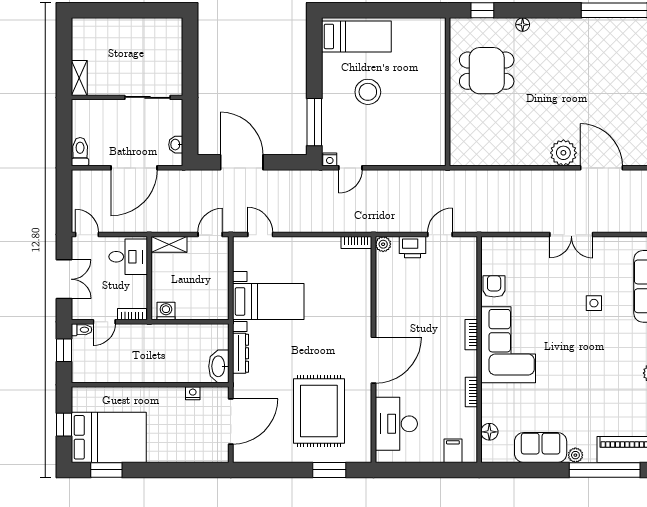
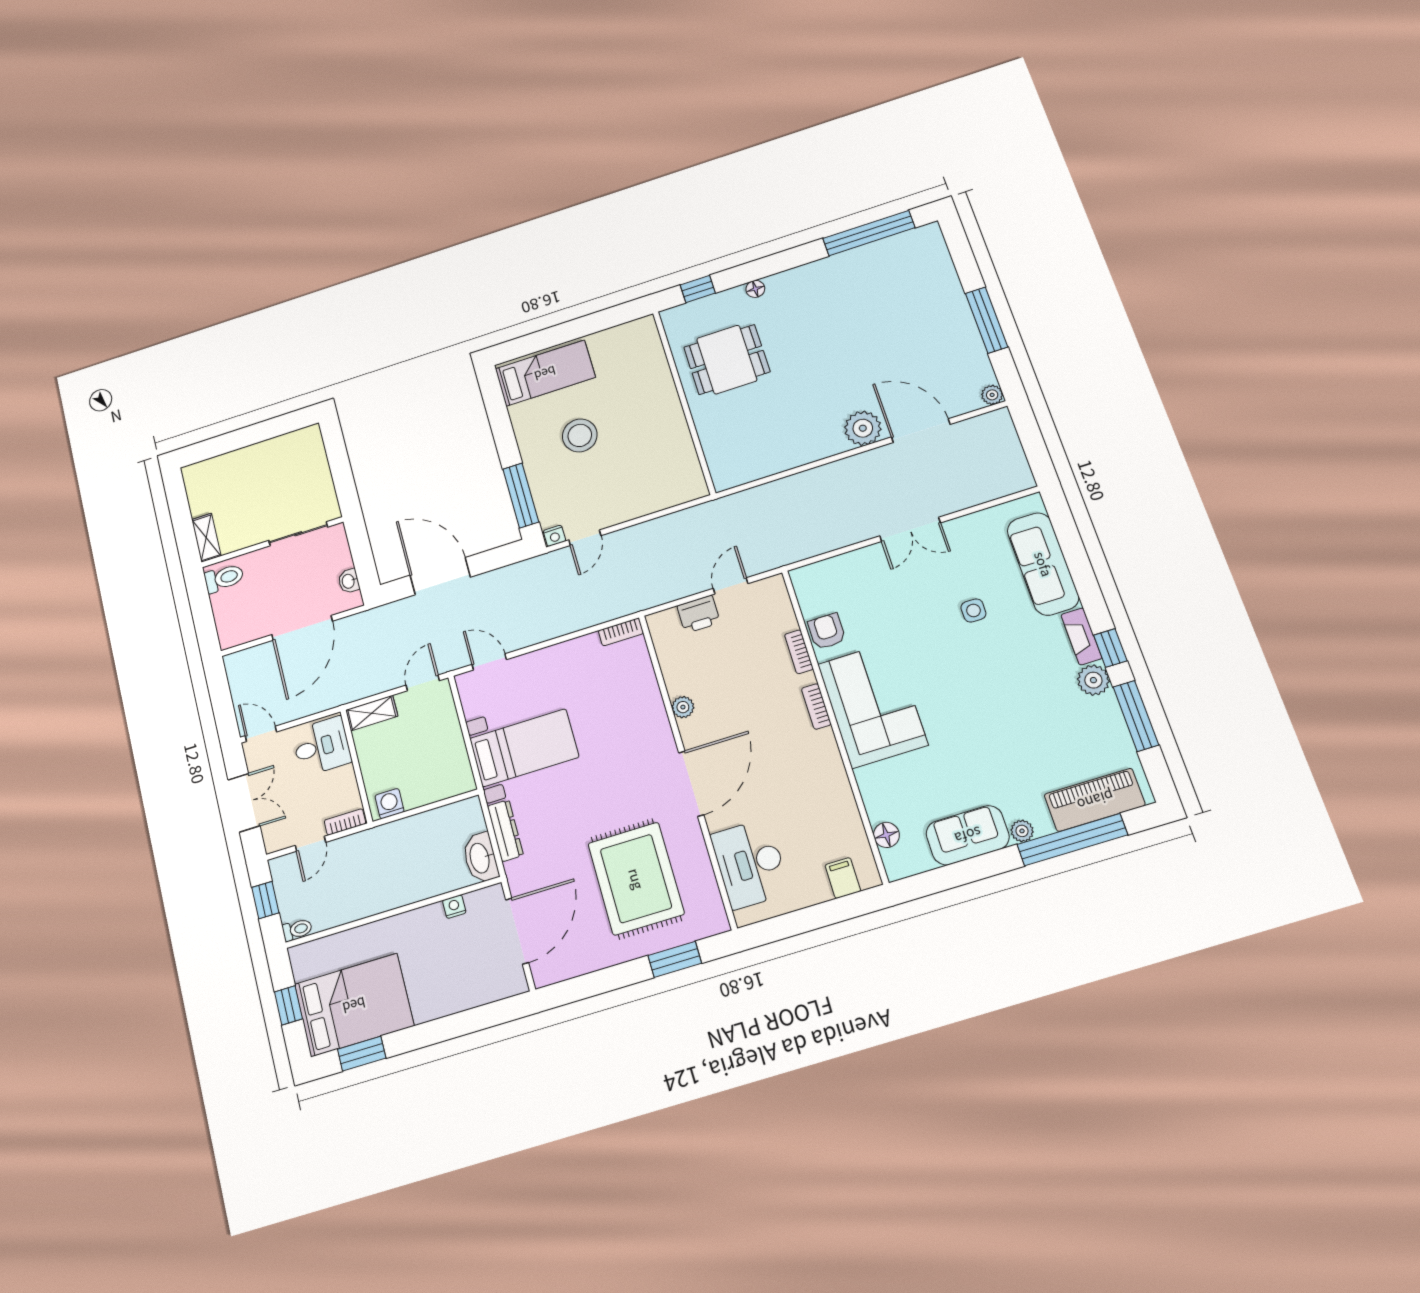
toilet: (80, 152) -> (224, 578), moved, turned 90
plant: (383, 244) -> (683, 707), moved
toilet: (82, 330) -> (297, 930), moved
bookcase: (471, 392) -> (799, 652), moved

